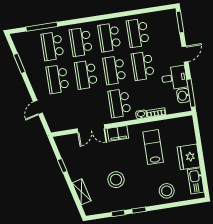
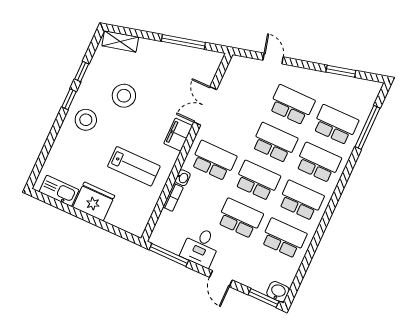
washbasin: (183, 96) -> (278, 292), moved
window: (62, 166) -> (183, 42), width x2.17
stool: (167, 191) -> (86, 120), moved
shelving: (82, 192) -> (120, 41), moved

